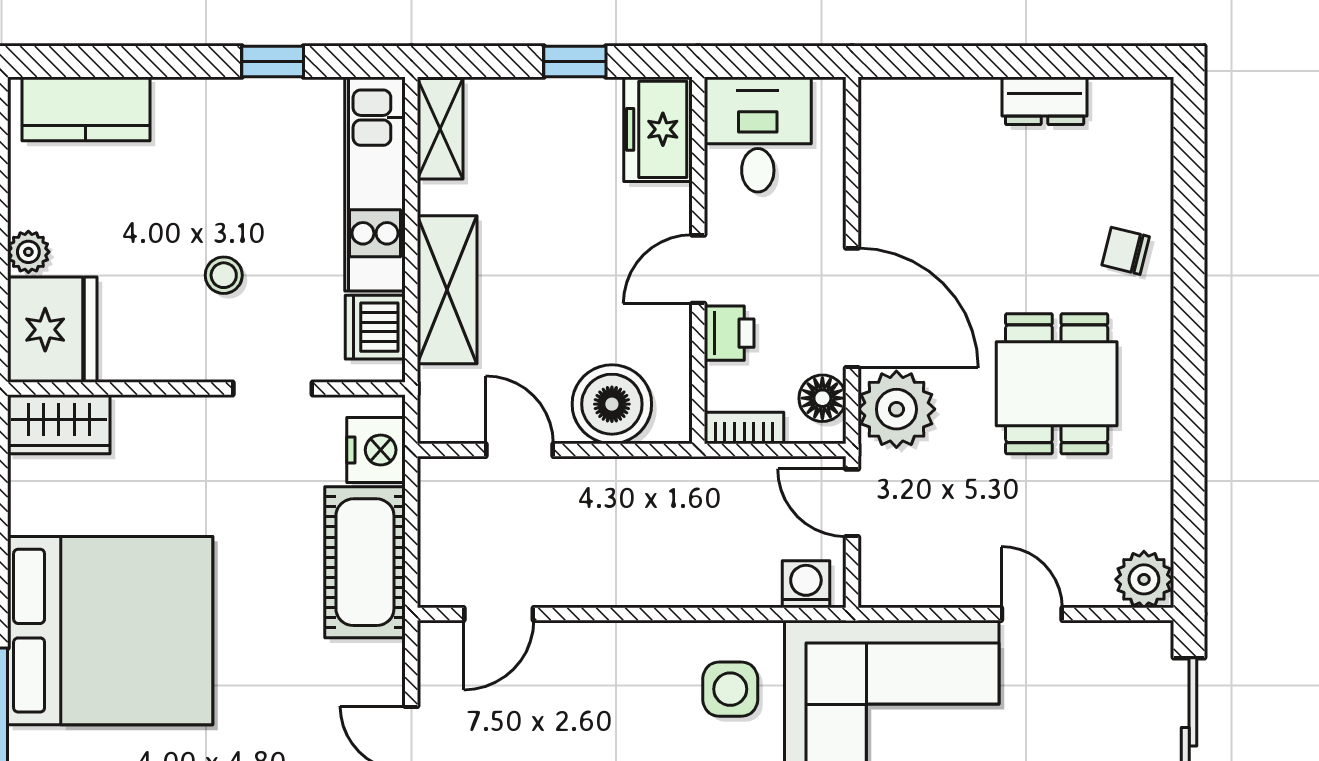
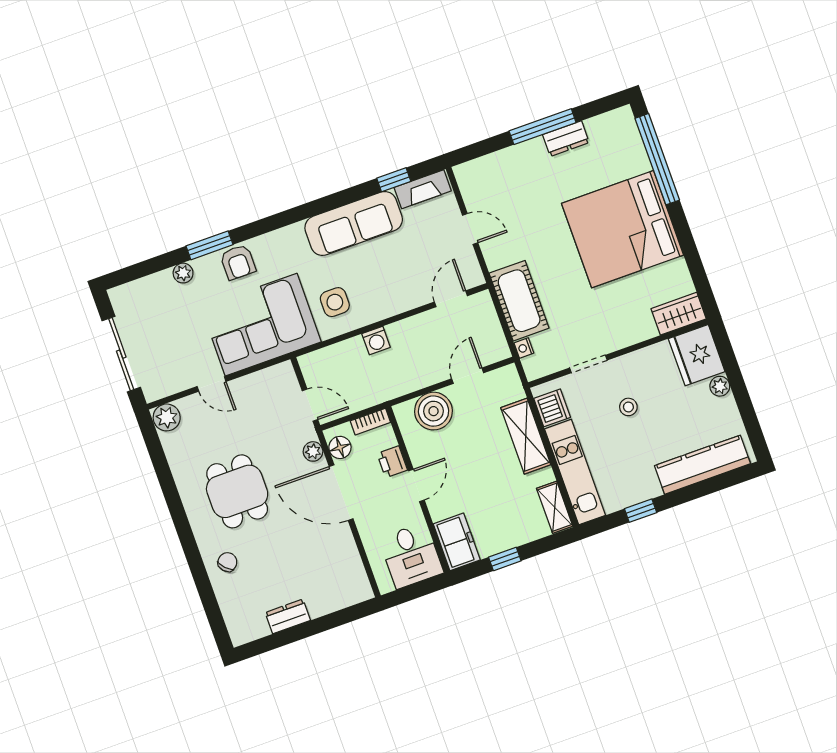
kitchen counter: (86, 109) -> (702, 465), width x1.50
chair: (1126, 251) -> (227, 562), turned -58
plant: (896, 409) -> (313, 451), width x0.53, depth x0.53
nightstand: (376, 450) -> (524, 348), width x0.53, depth x0.56
door: (520, 450) -> (468, 376), swing flipped
washing machine: (806, 584) -> (376, 341), moved

